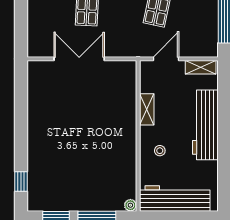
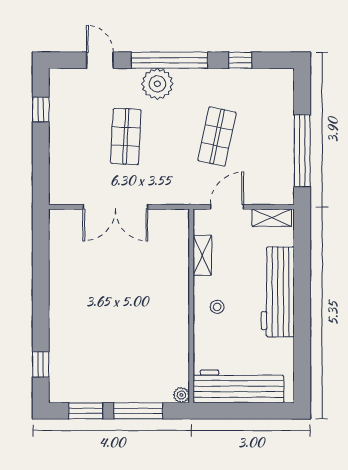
double door: (79, 59) -> (115, 207), swing flipped
shelving: (147, 109) -> (202, 255), moved
stool: (160, 151) -> (217, 307), moved

